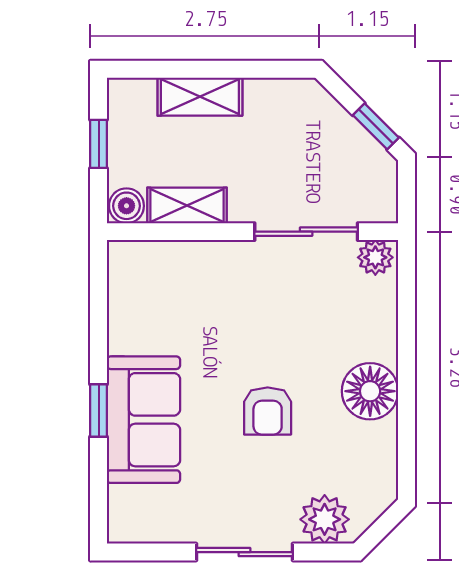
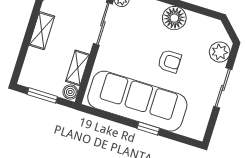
shelving: (200, 97) -> (42, 31), moved
window: (99, 144) -> (42, 95), width x1.50
sofa: (143, 420) -> (137, 101), width x1.85, depth x1.27

